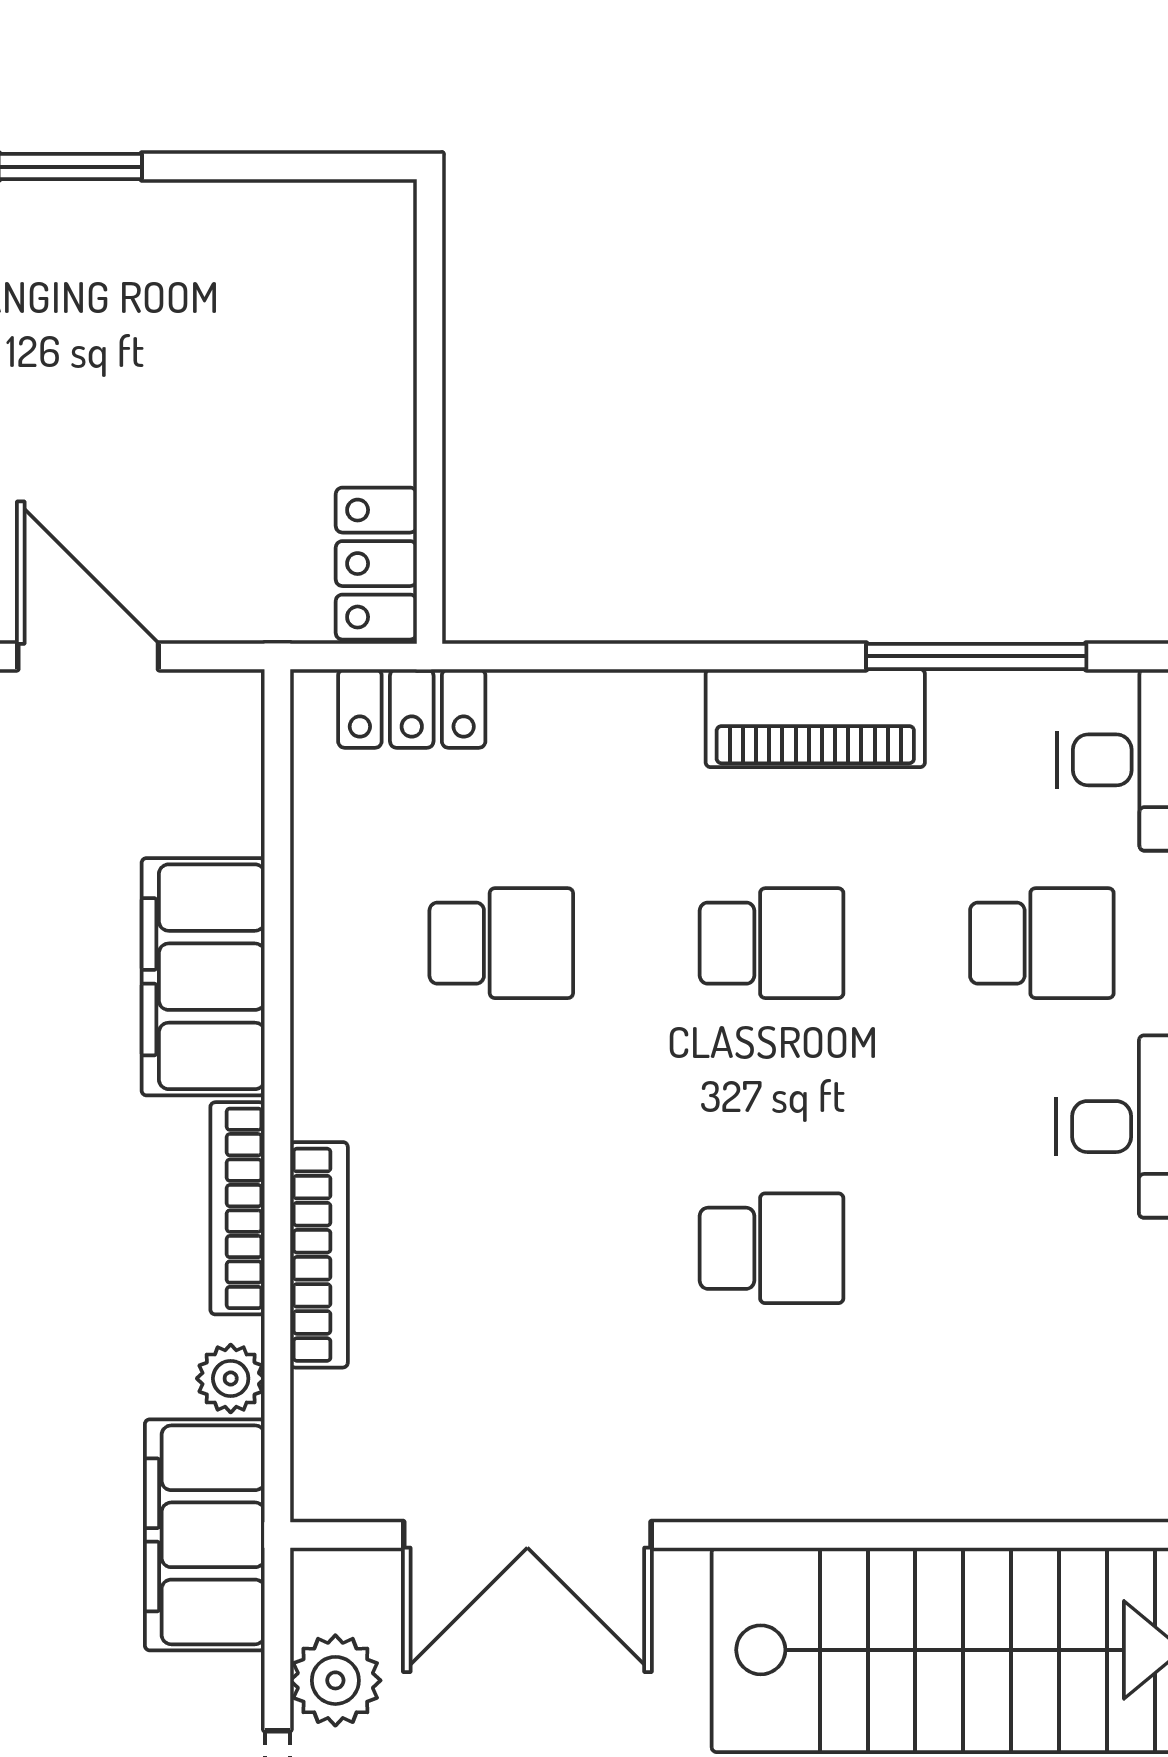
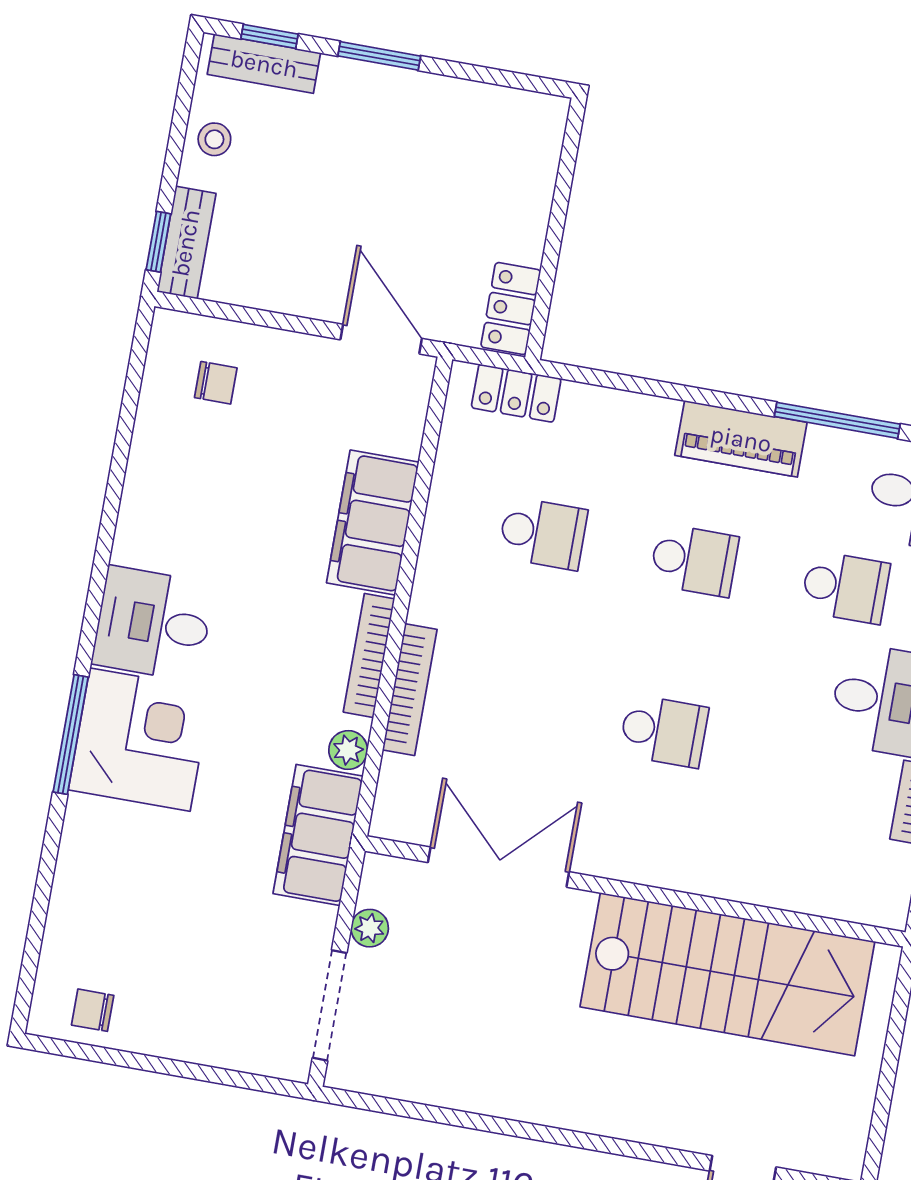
door: (88, 656) -> (381, 339), moved
double door: (527, 1535) -> (499, 867), swing flipped
plant: (335, 1680) -> (370, 928), width x0.73, depth x0.73

